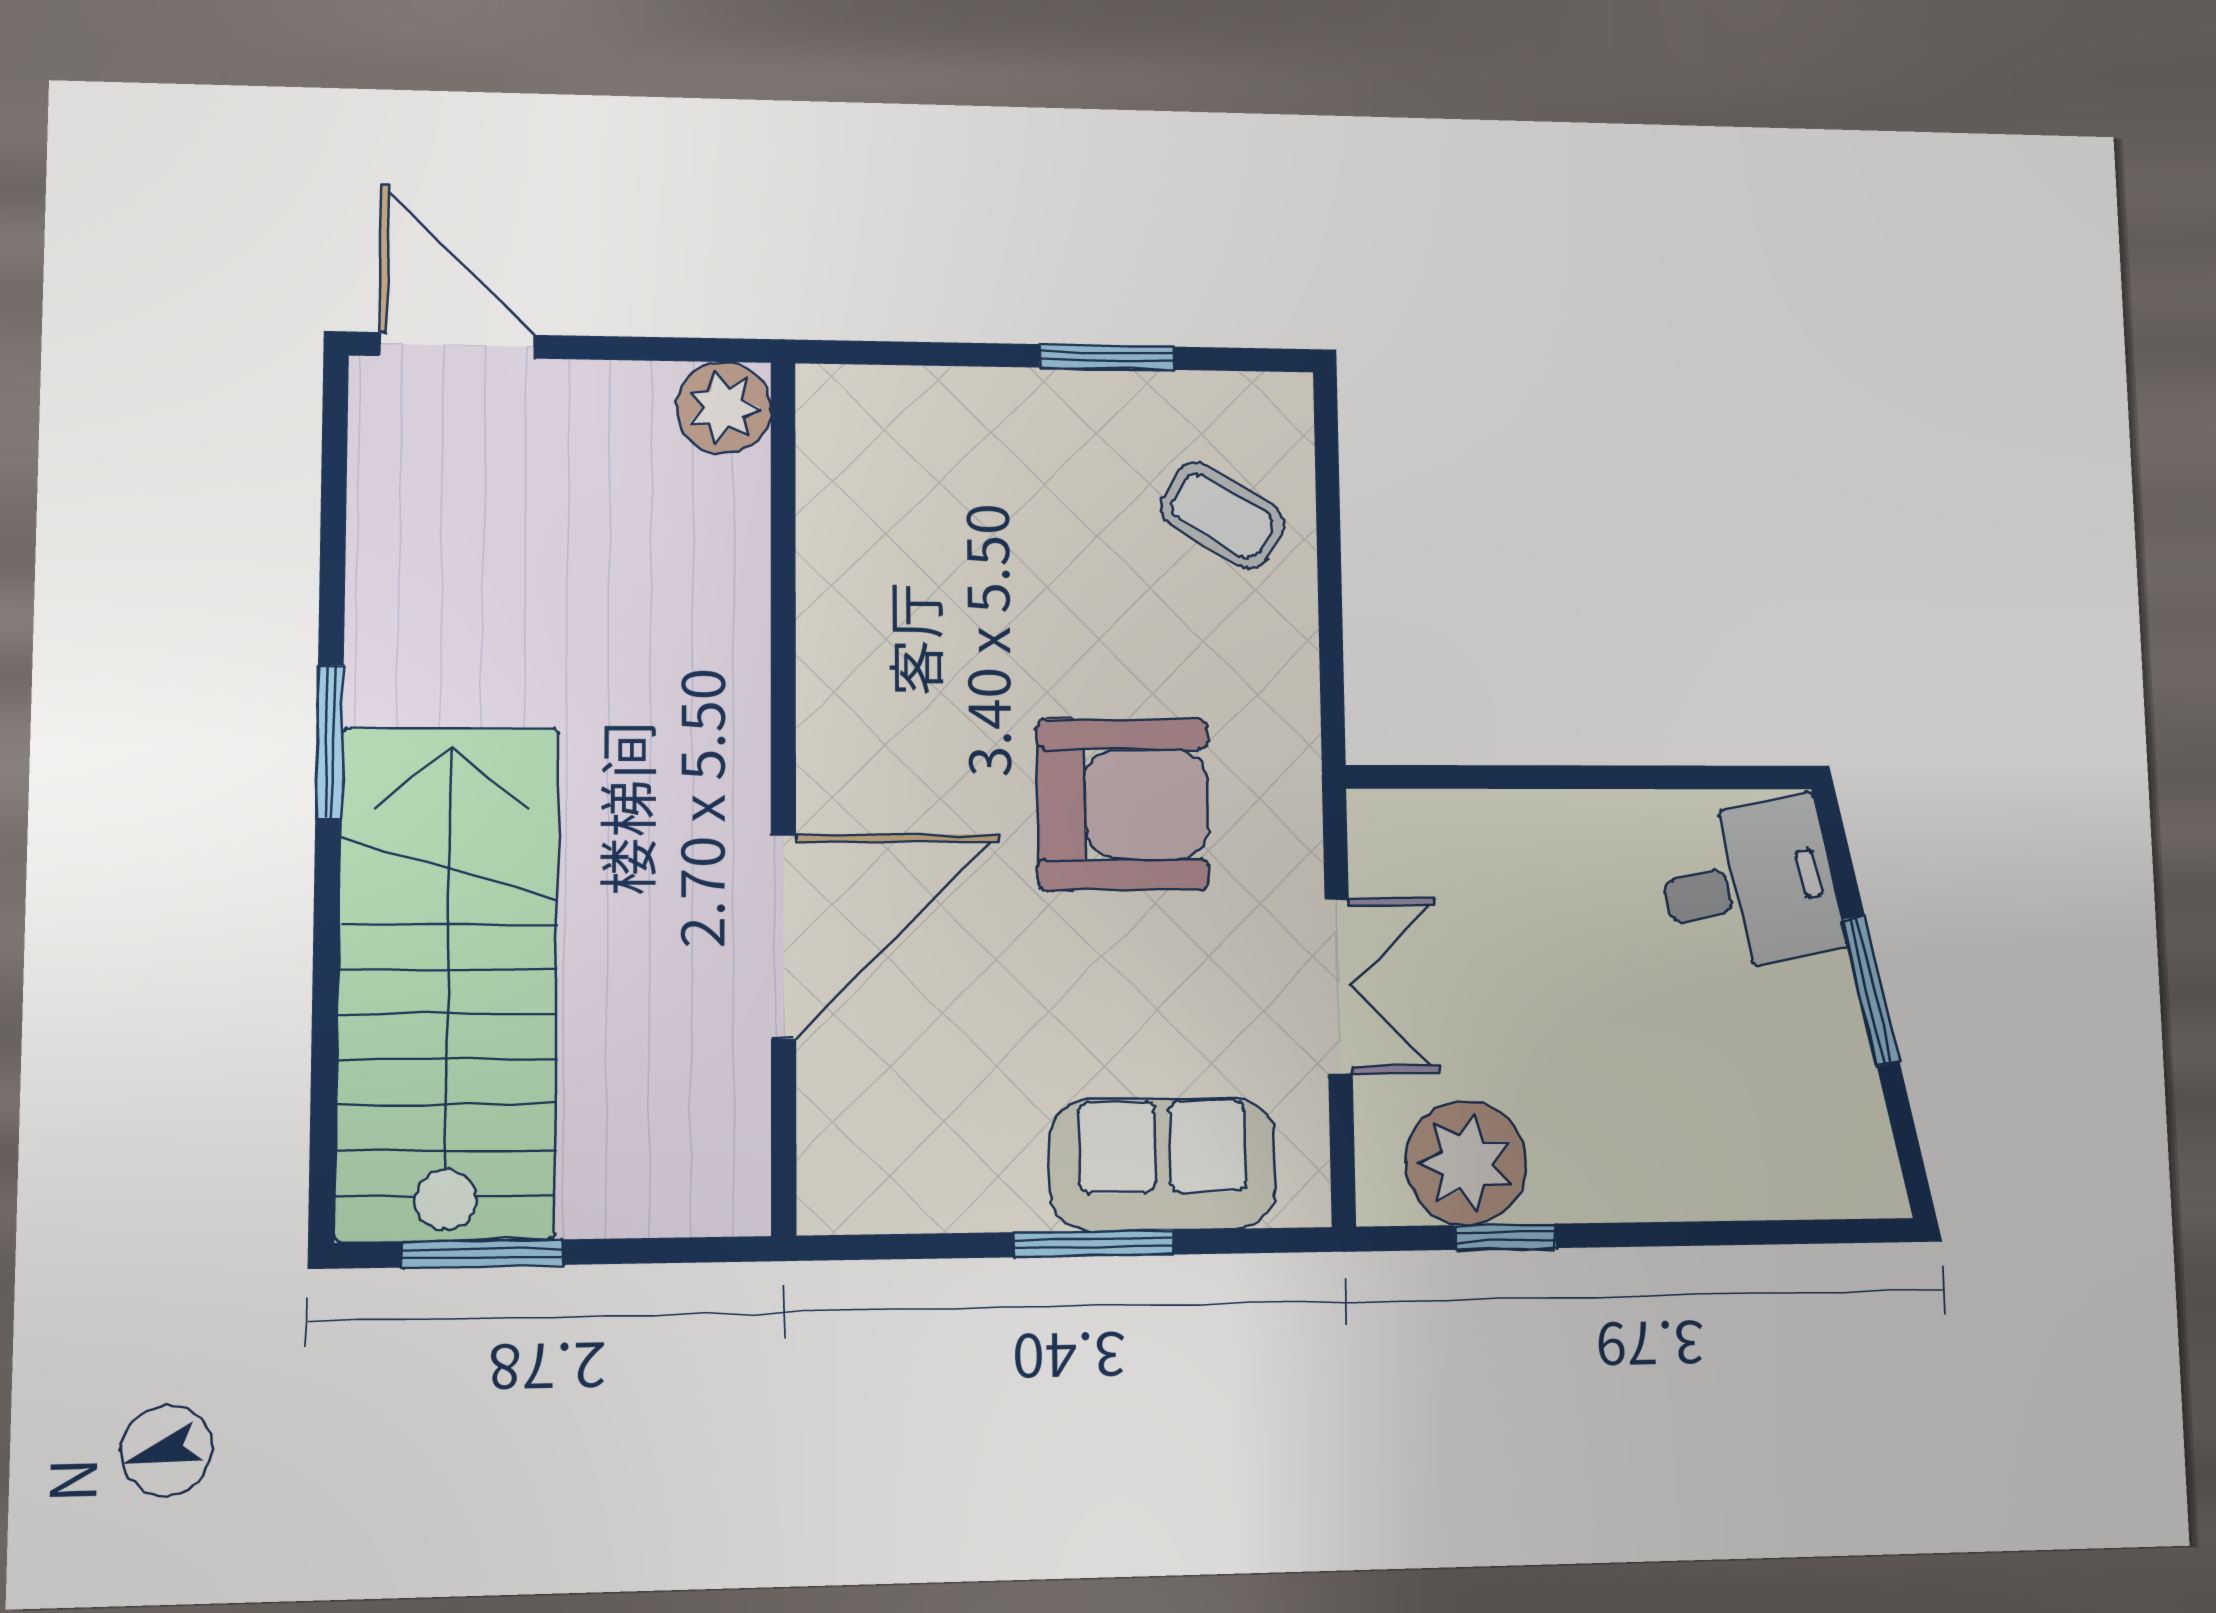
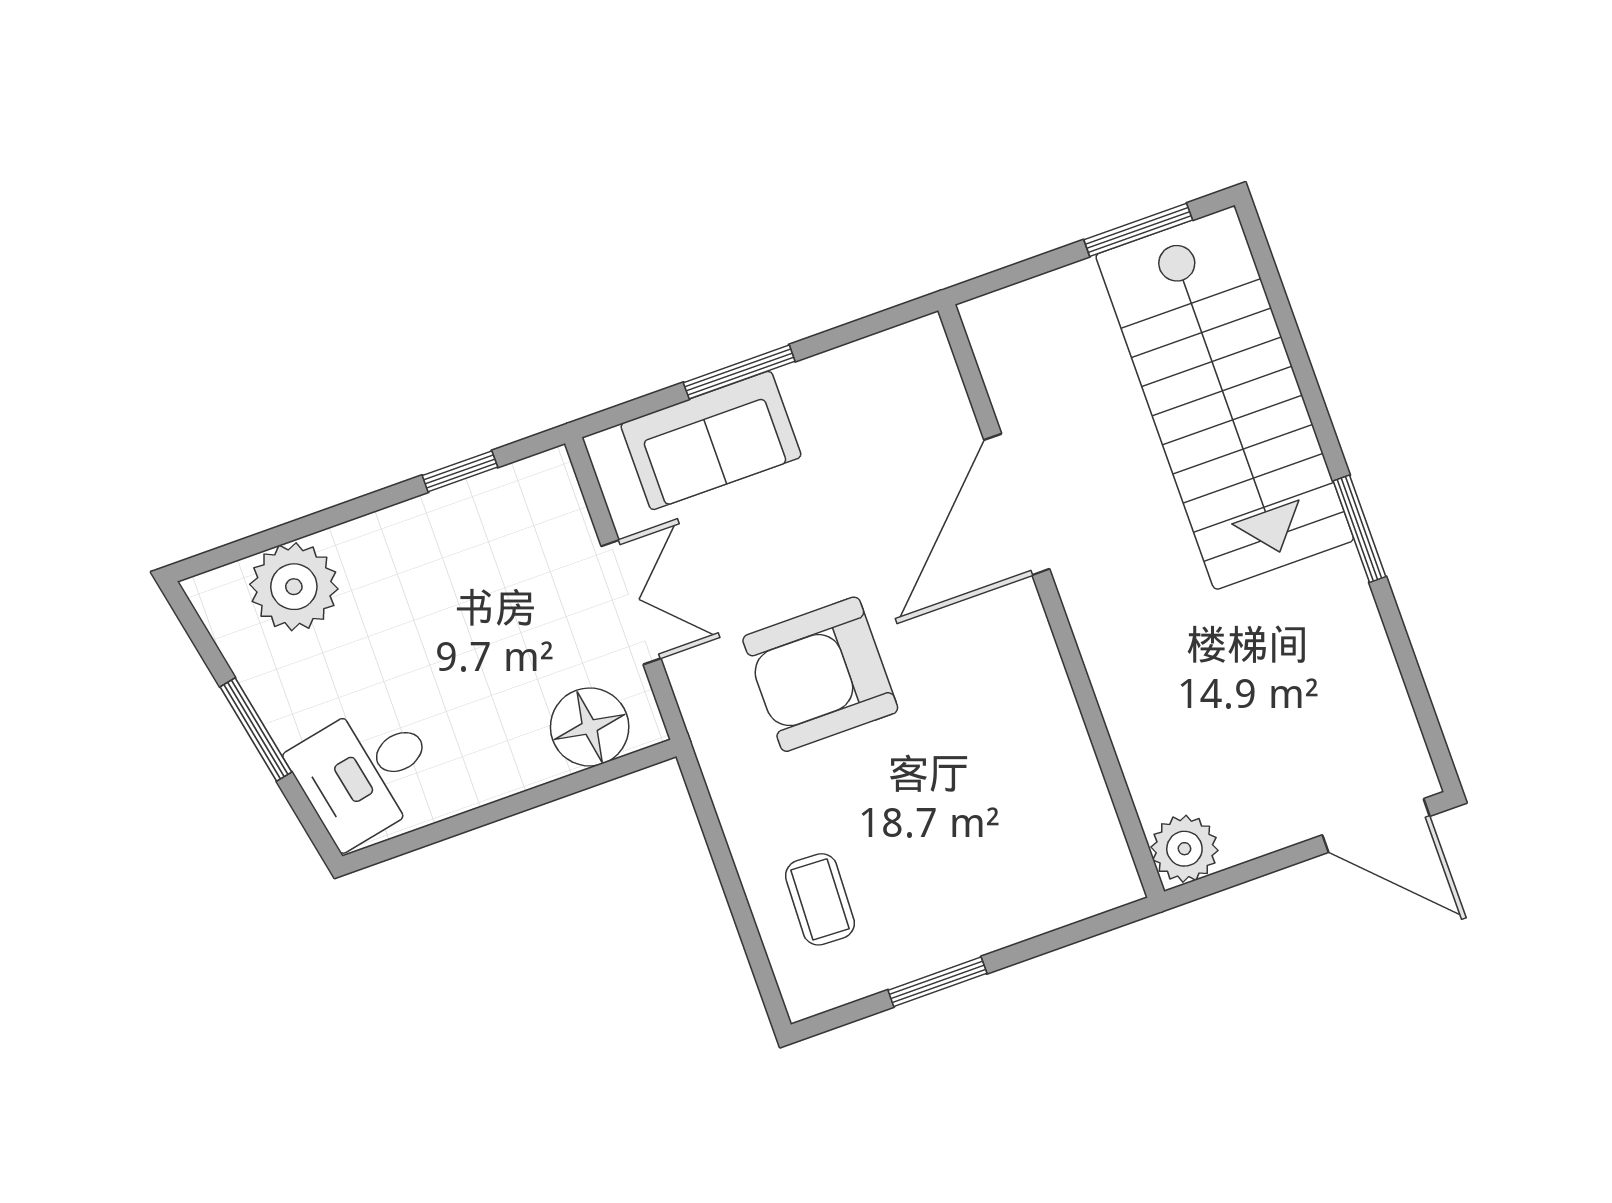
coffee table: (1222, 516) -> (820, 899), turned 61
floor lamp: (1445, 842) -> (590, 727), added
double door: (1339, 986) -> (631, 602), swing flipped
plant: (1466, 1163) -> (294, 587), moved

